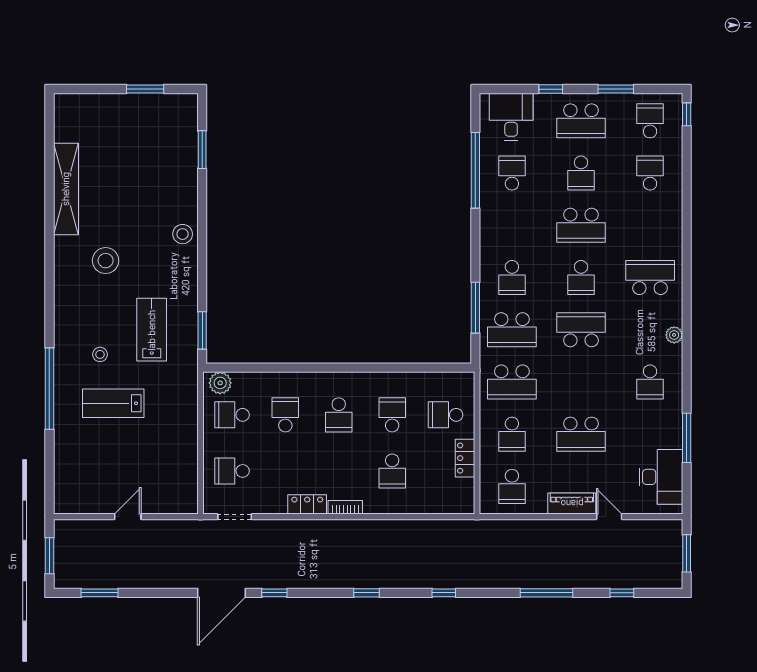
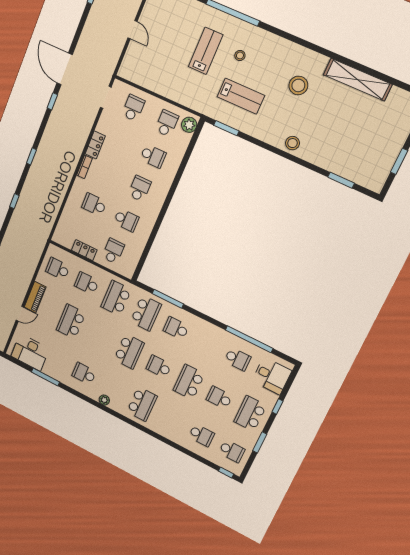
school desk: (512, 330) -> (146, 313), turned 180
school desk: (339, 415) -> (139, 188), turned 90

